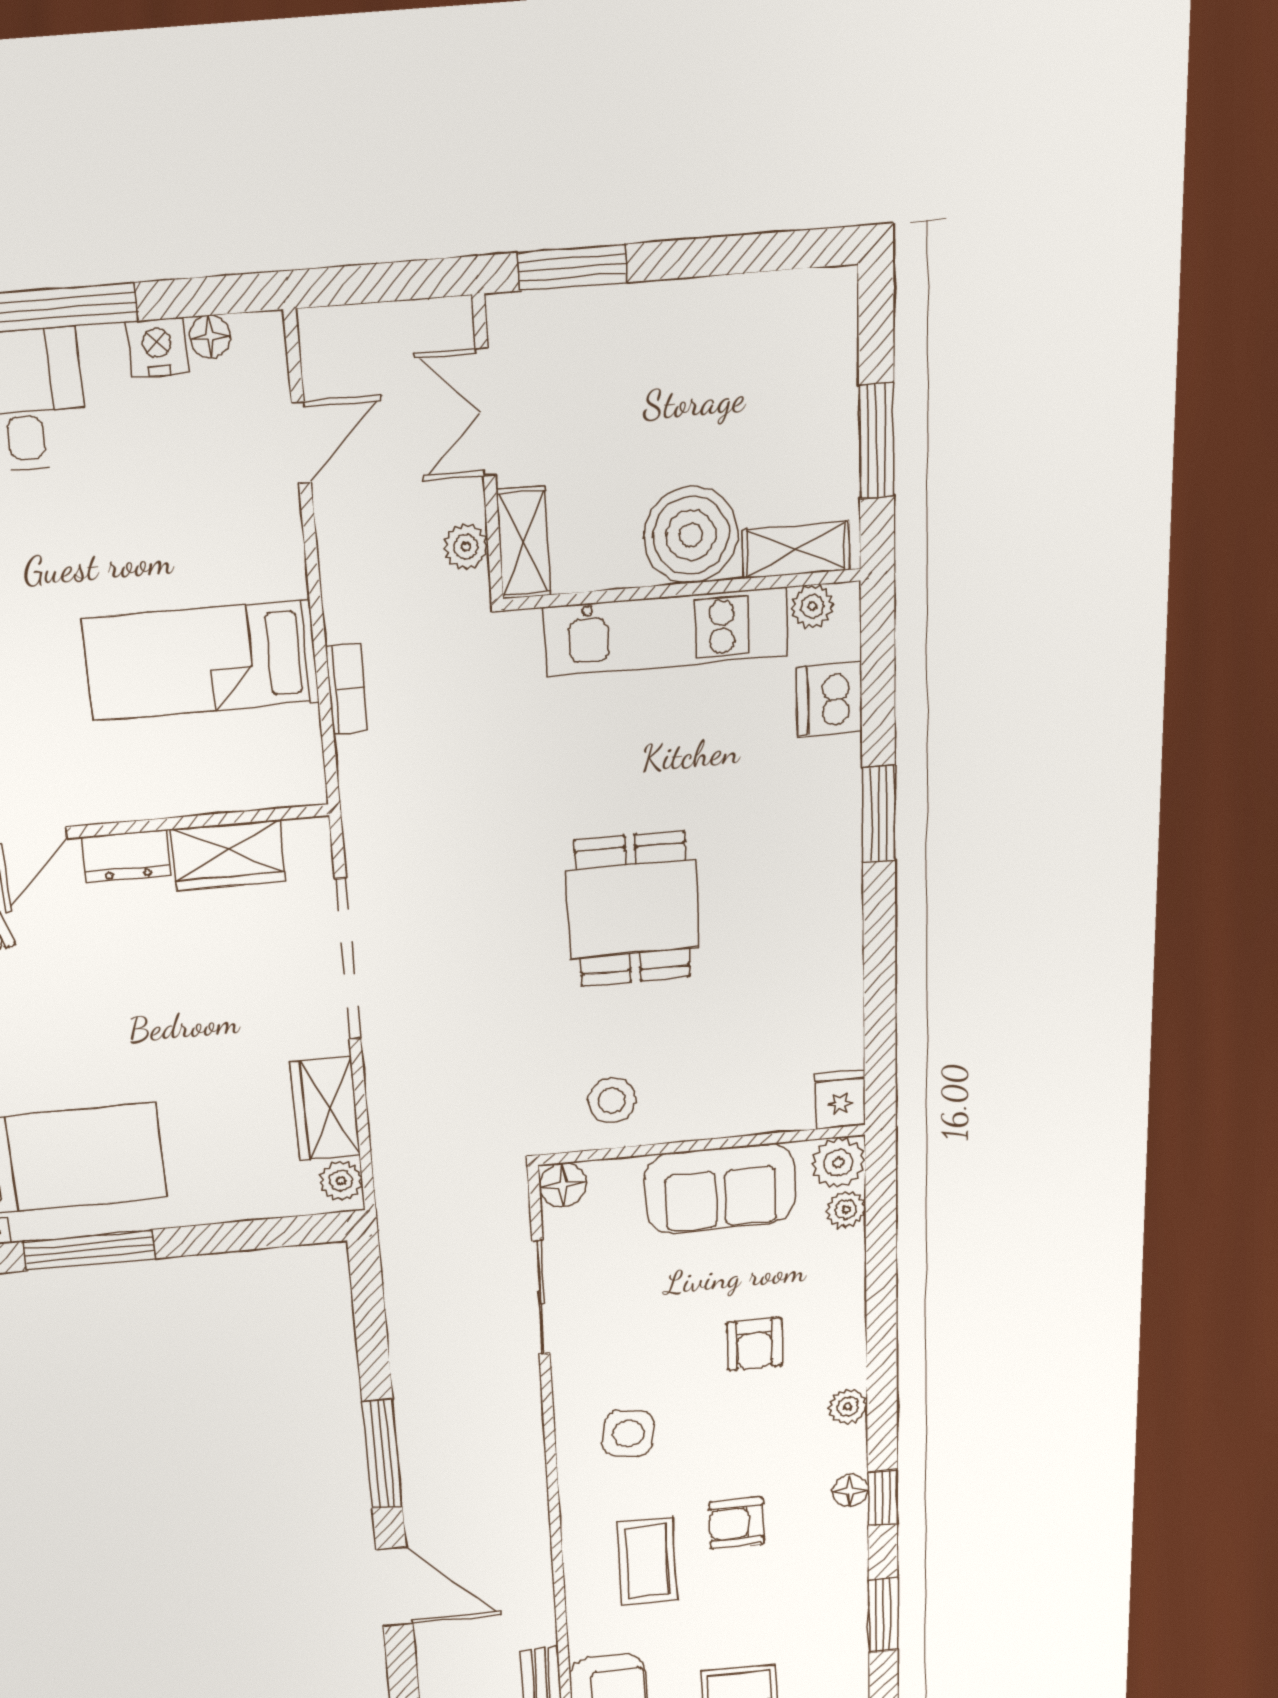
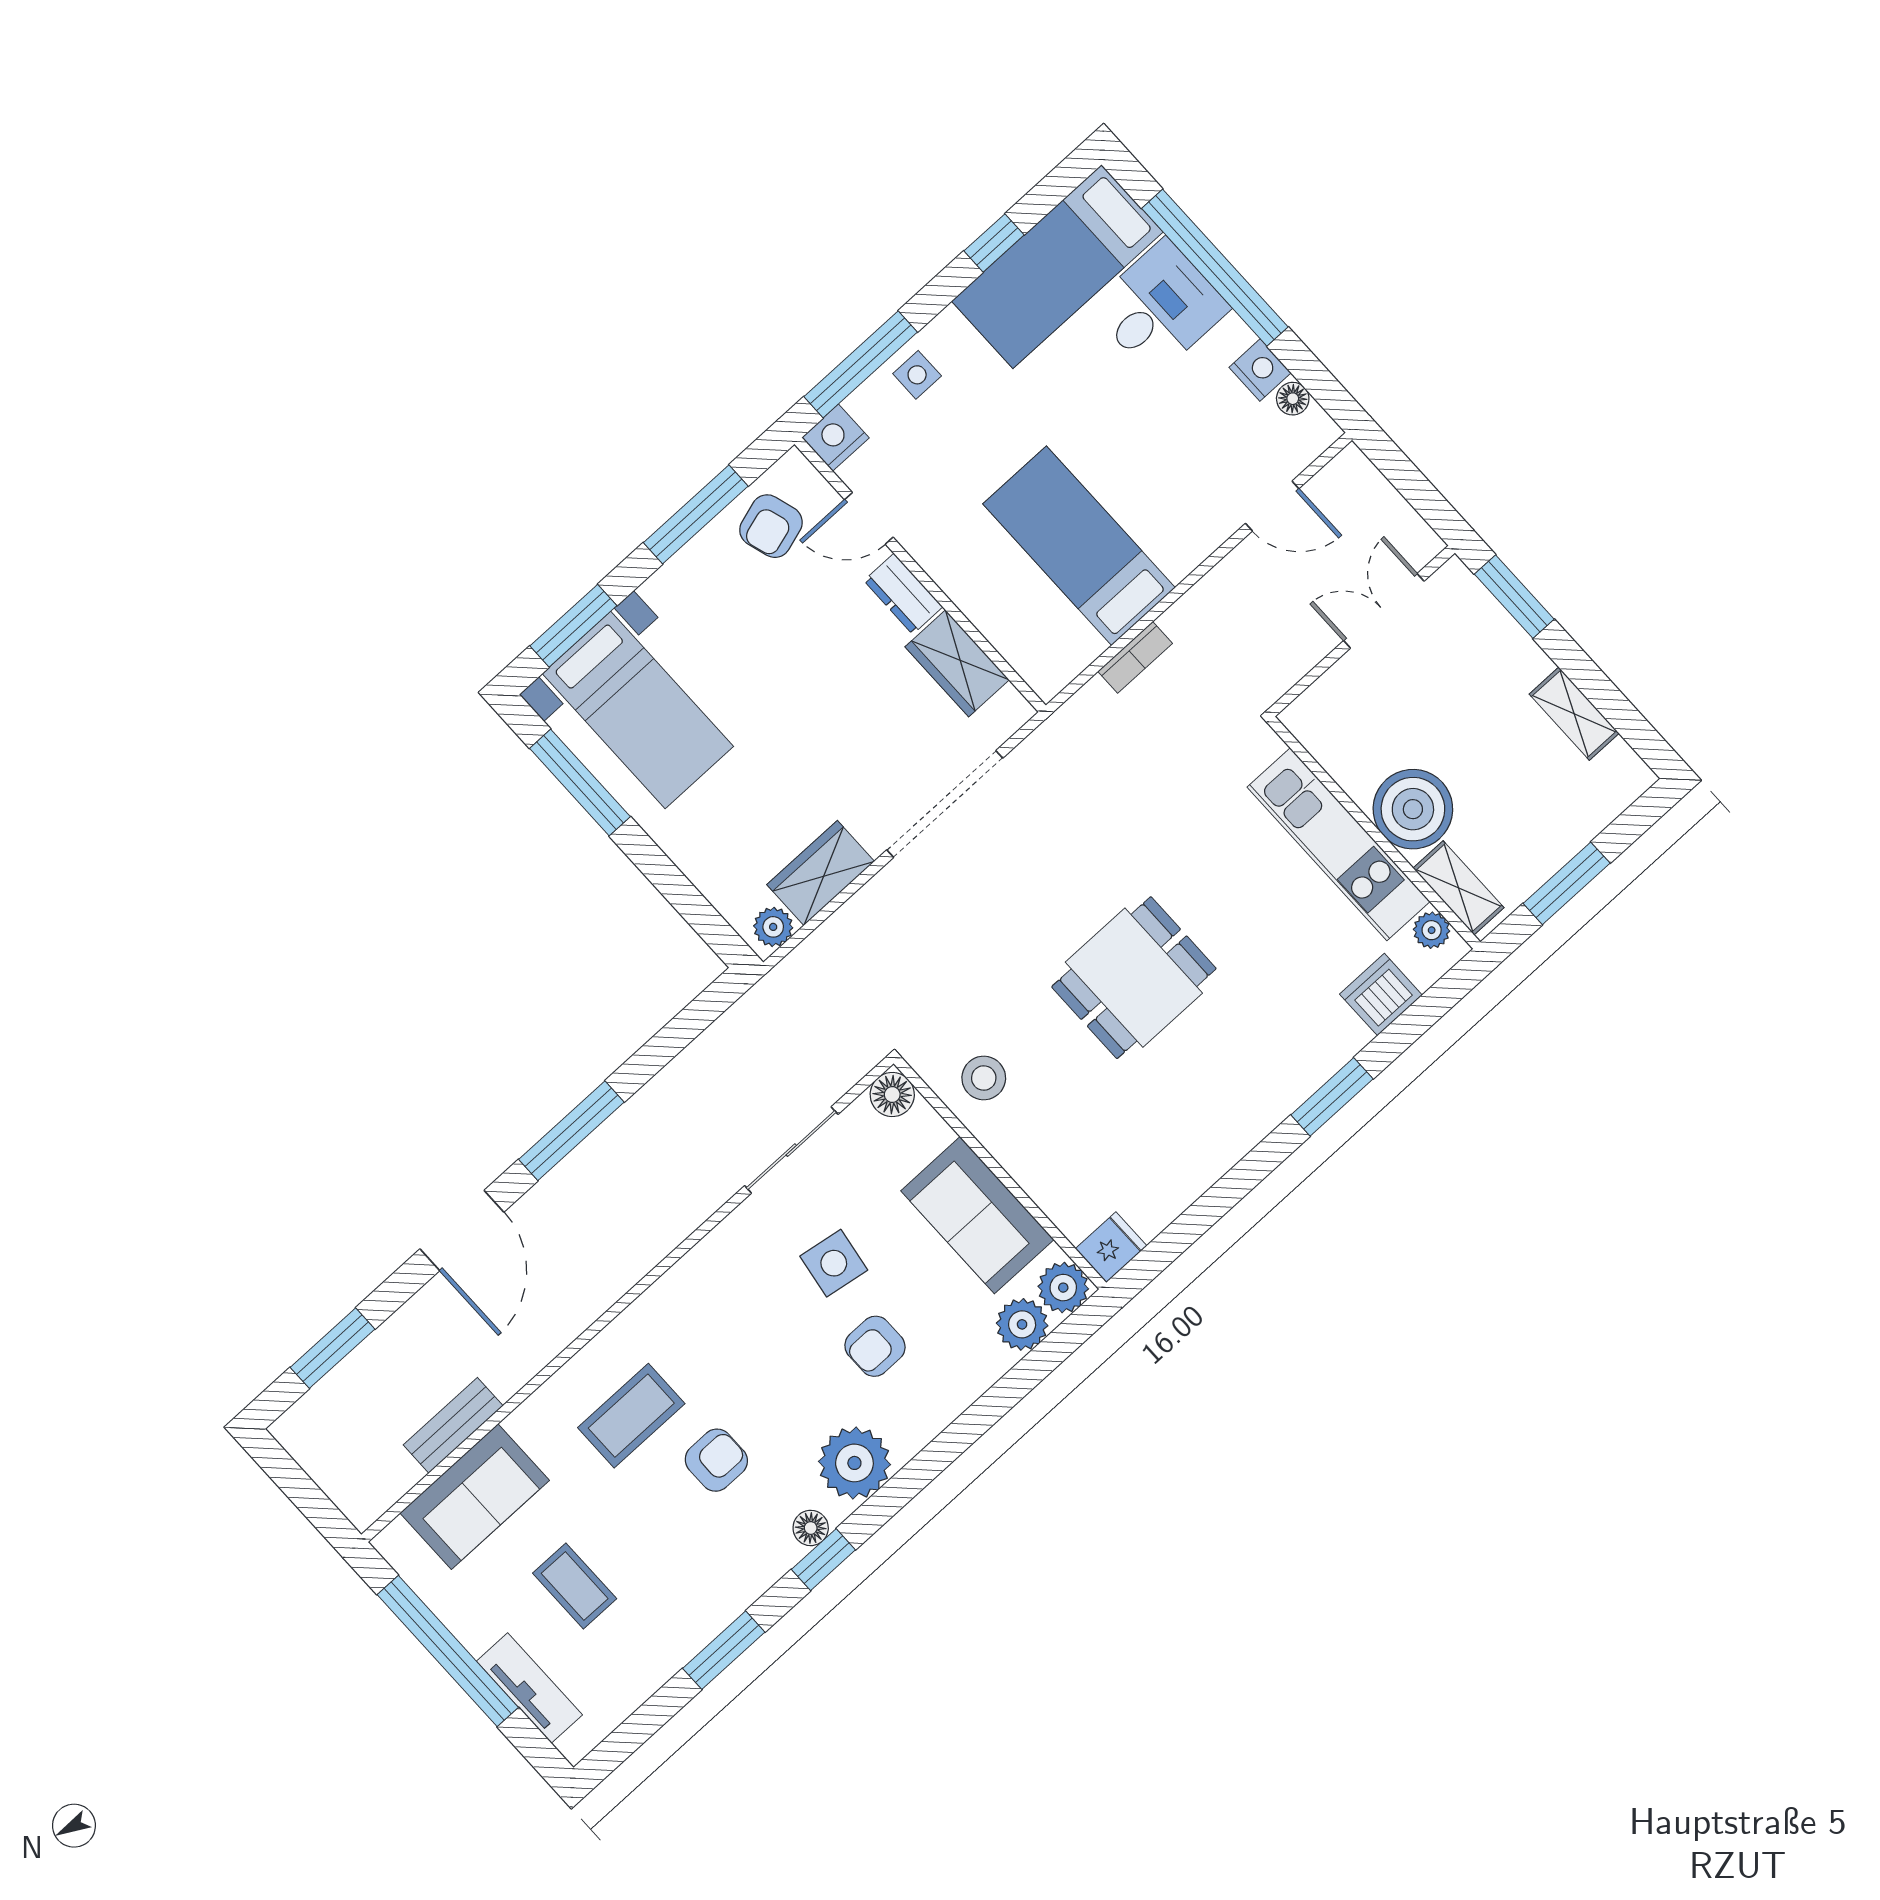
shelving: (523, 543) -> (1574, 714), moved, turned 90
plant: (466, 547) -> (1289, 665), removed
plant: (846, 1210) -> (1022, 1324), width x1.38, depth x1.38
plant: (848, 1406) -> (854, 1463), width x1.87, depth x1.87
side table: (628, 1433) -> (834, 1263), moved
armchair: (737, 1523) -> (716, 1460), turned 90

